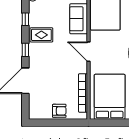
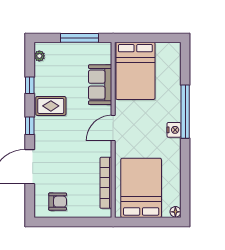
door: (88, 52) -> (113, 128), hinge flipped
armchair: (59, 111) -> (58, 202), moved

